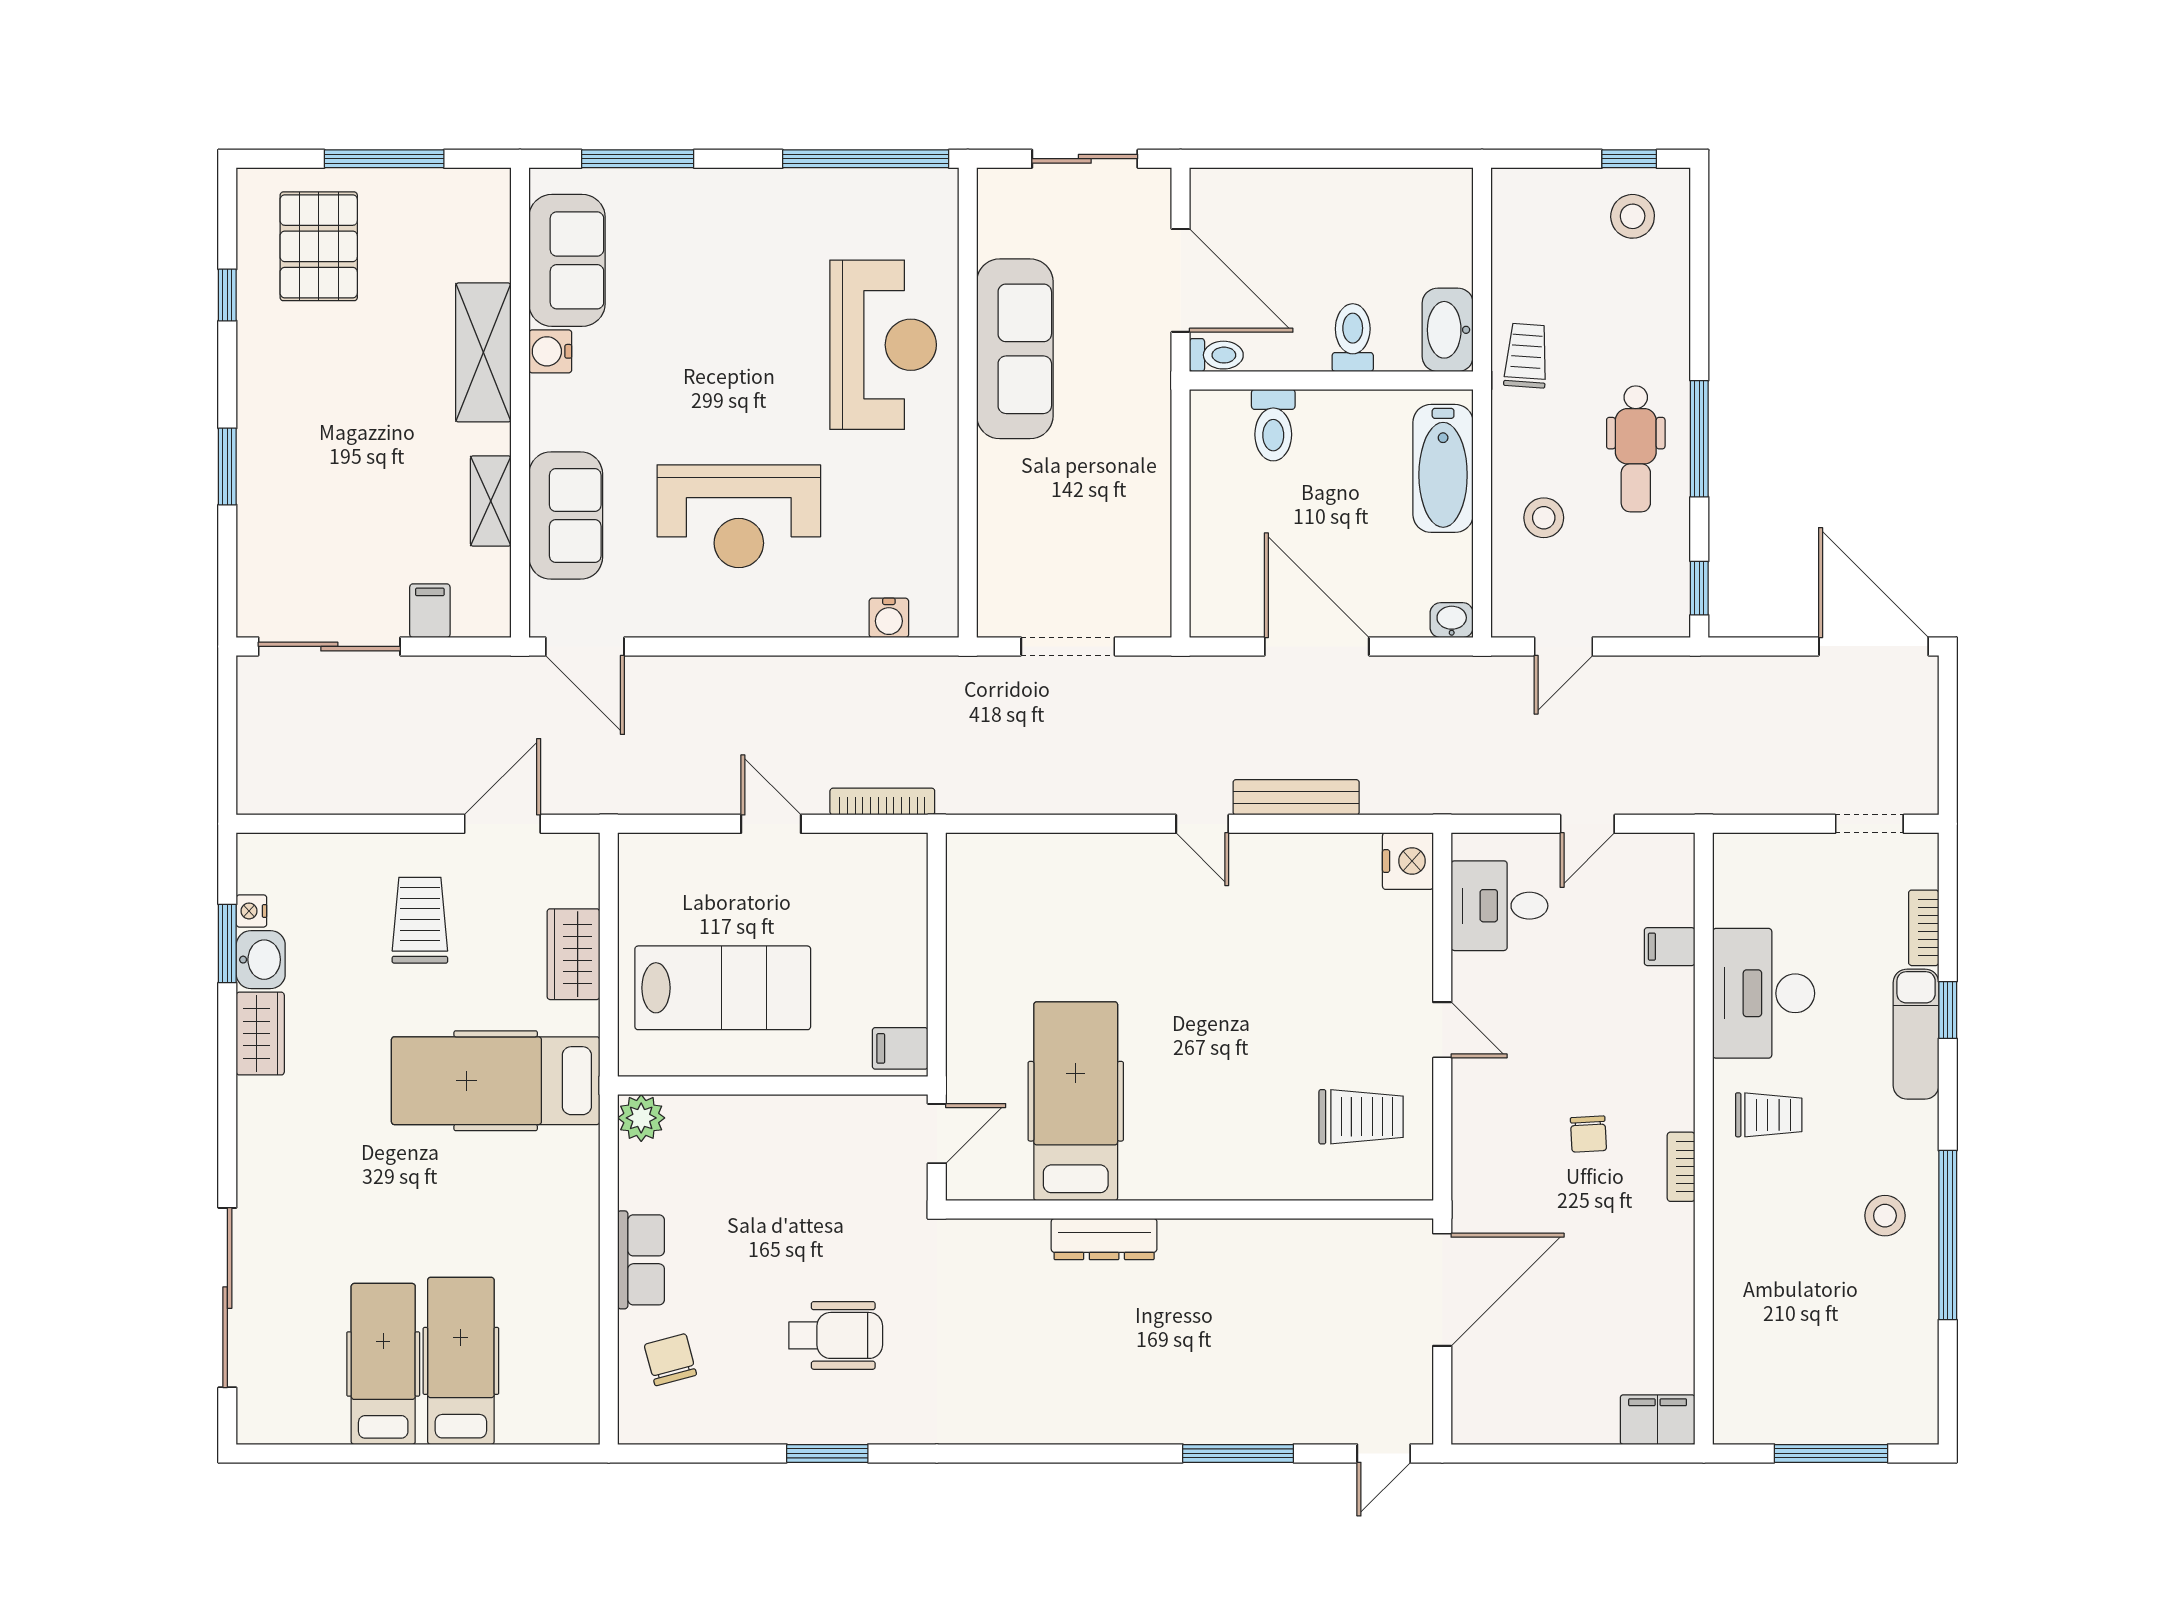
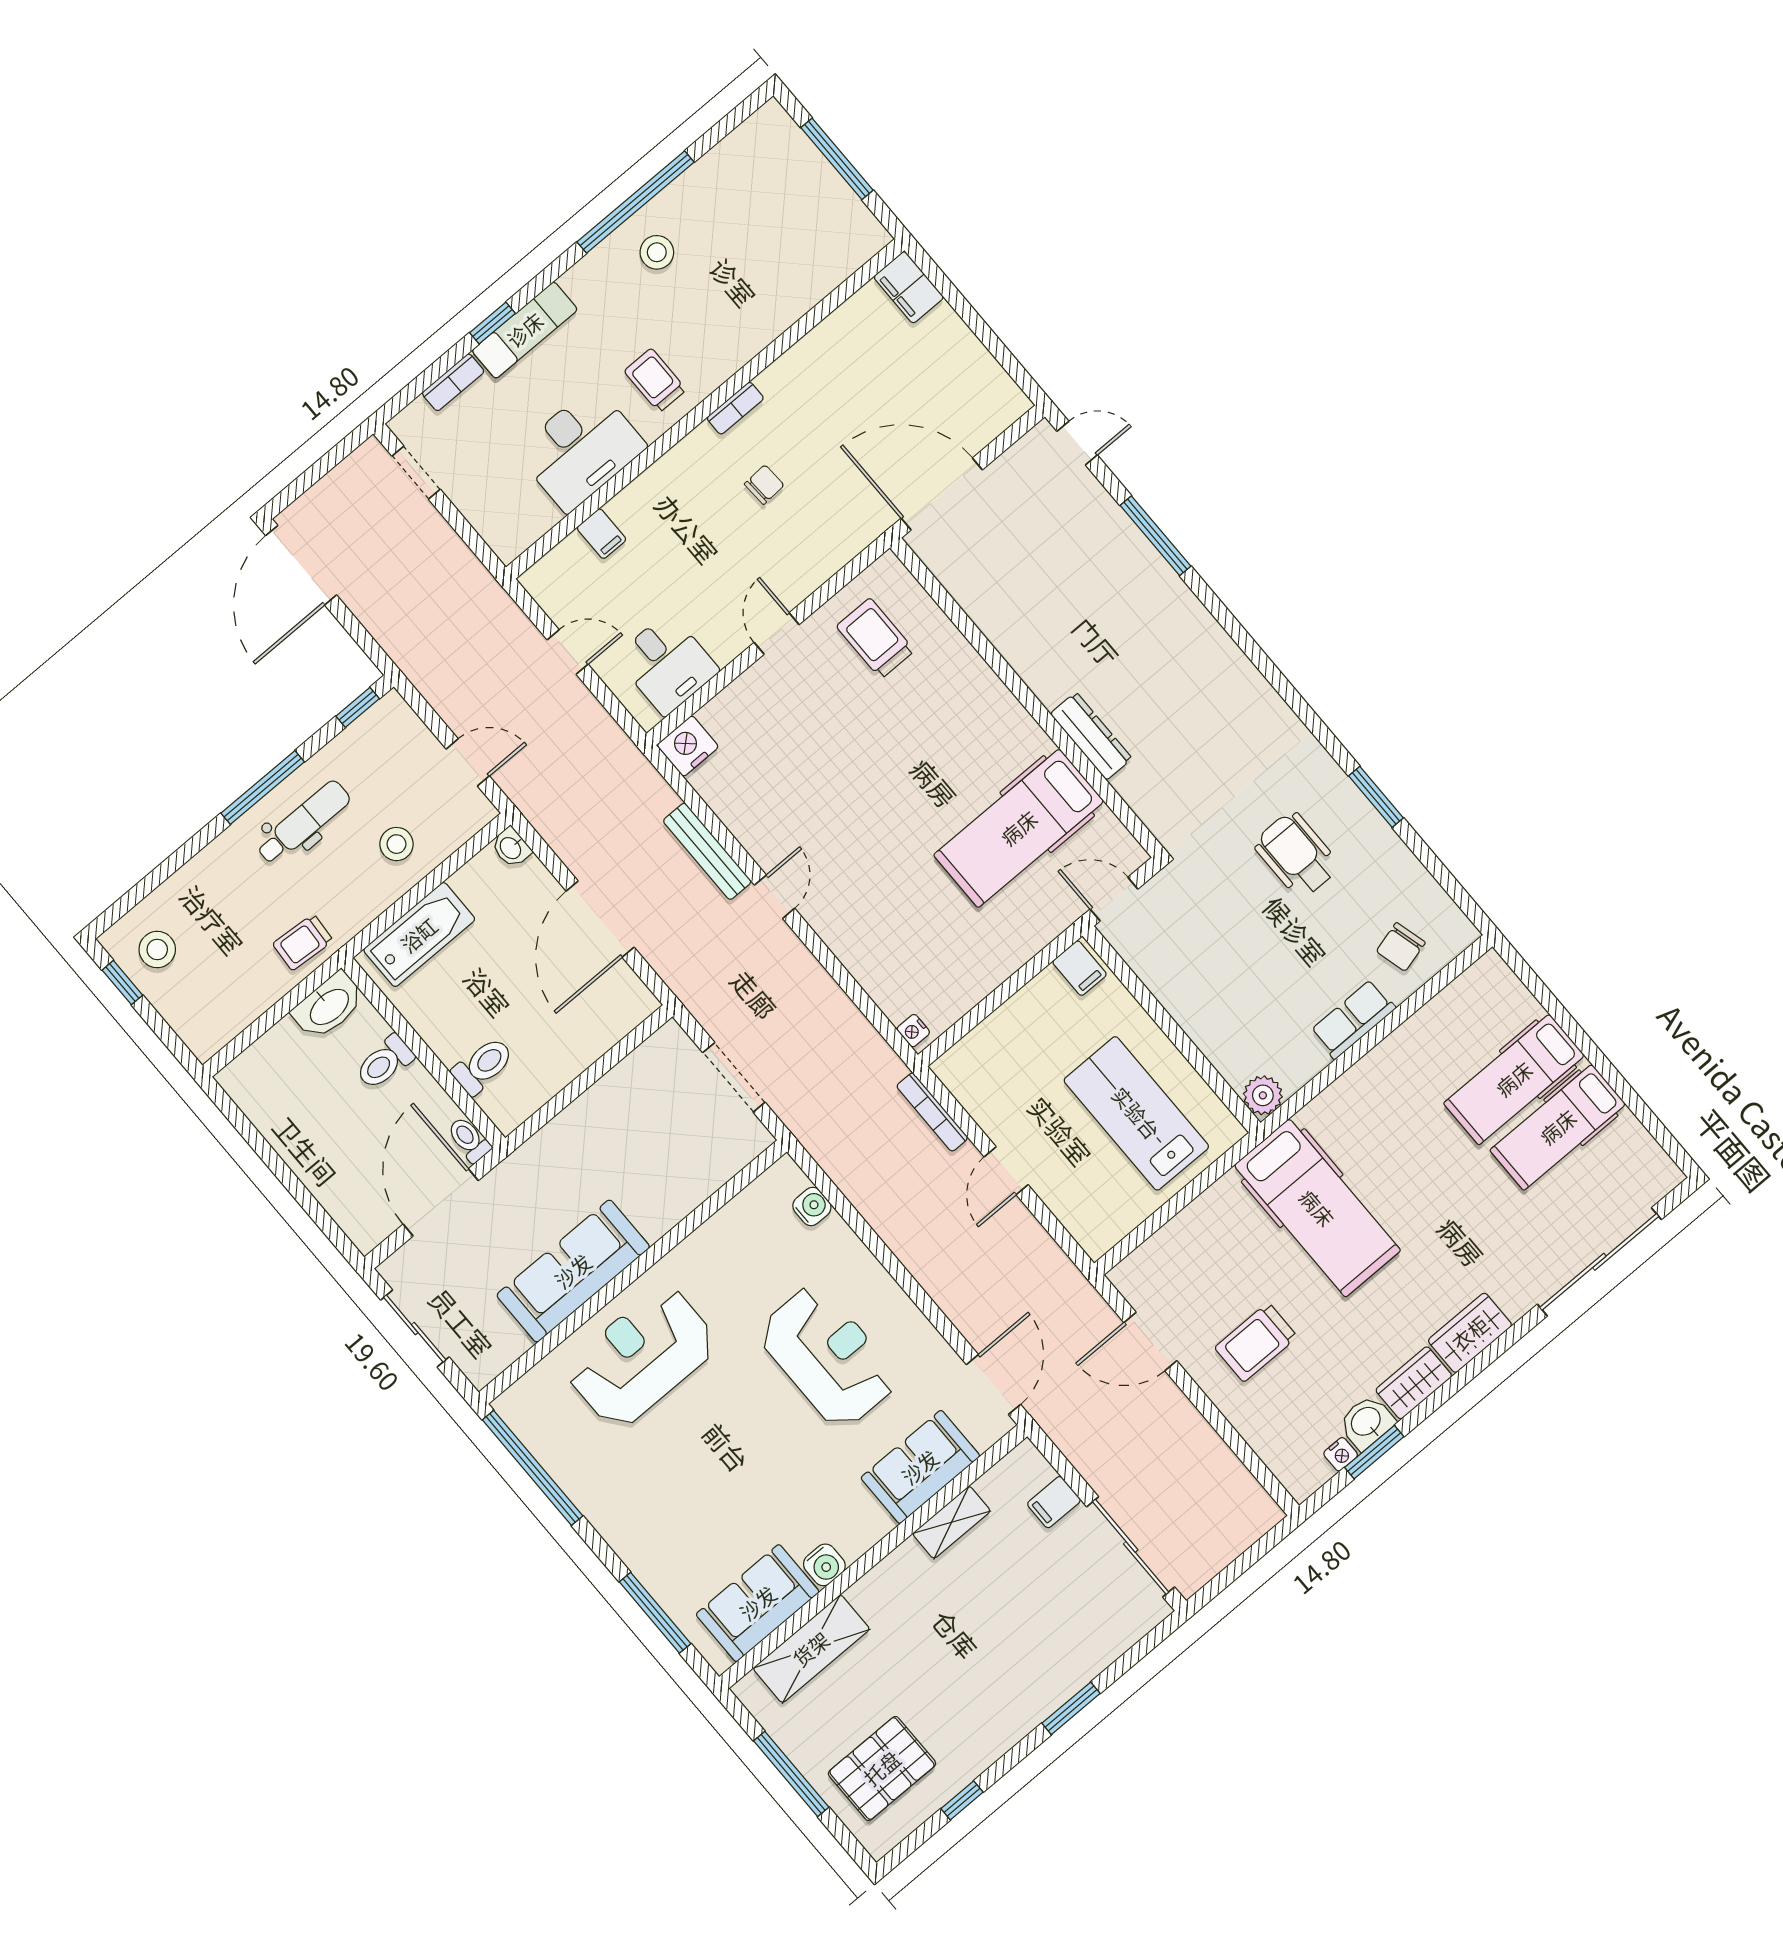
shelving: (483, 352) -> (811, 1649), moved
nightstand: (972, 847) -> (913, 1031), added
wardrobe: (573, 954) -> (1470, 1333), moved, turned 180

